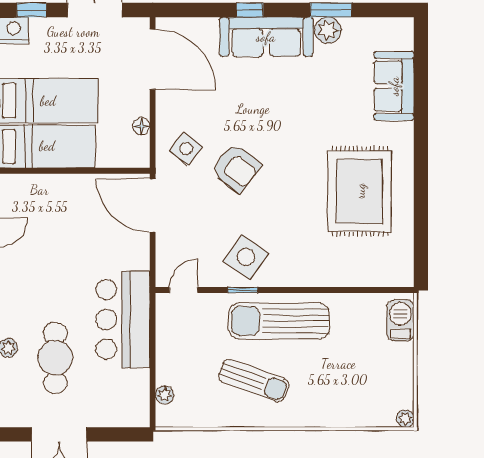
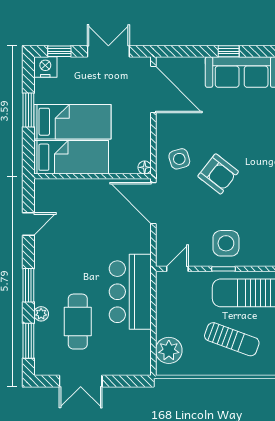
floor lamp: (141, 126) -> (145, 167), moved
side table: (186, 149) -> (179, 159), turned 36
side table: (246, 257) -> (226, 243), turned -35
plant: (165, 395) -> (169, 350), width x1.87, depth x1.87

